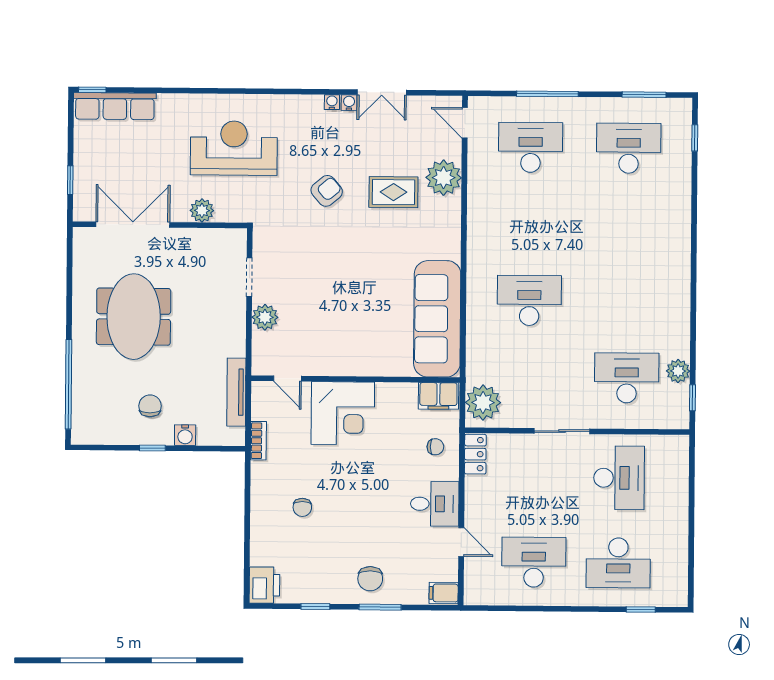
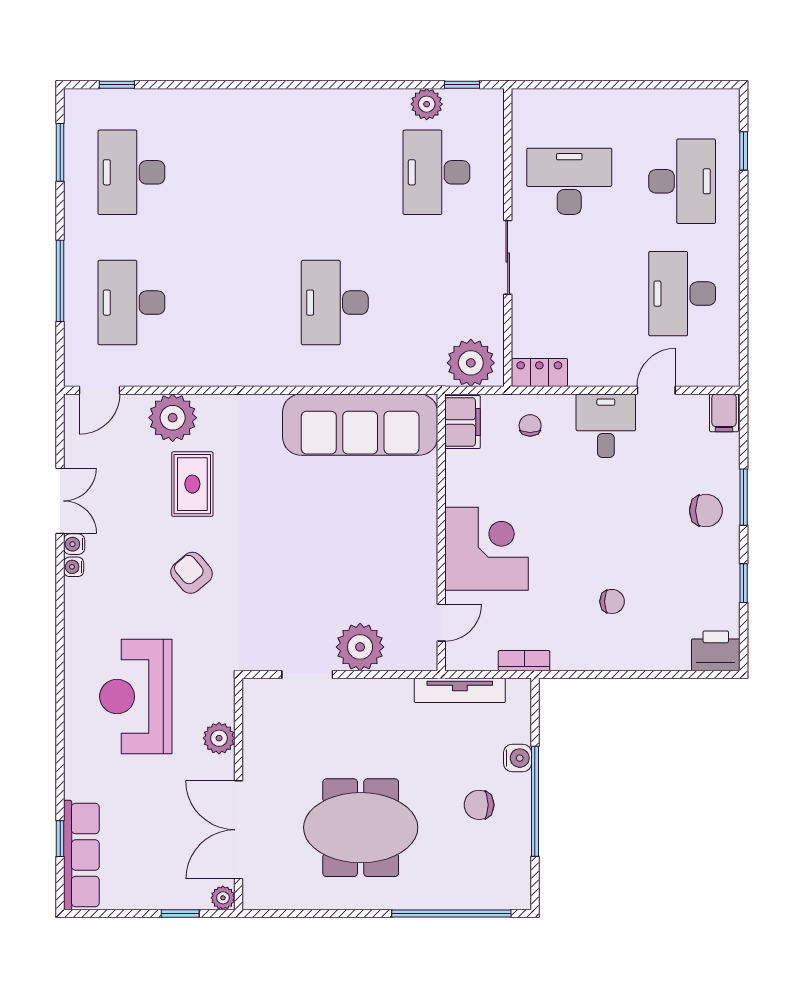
window: (92, 90) -> (60, 839), moved
plant: (82, 212) -> (223, 898), added
plant: (265, 317) -> (360, 647), width x1.36, depth x1.36
window: (152, 448) -> (535, 801), width x3.17

